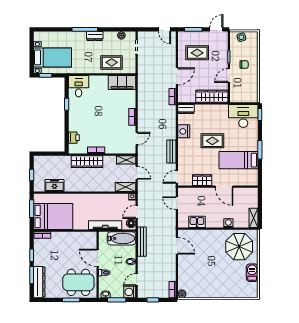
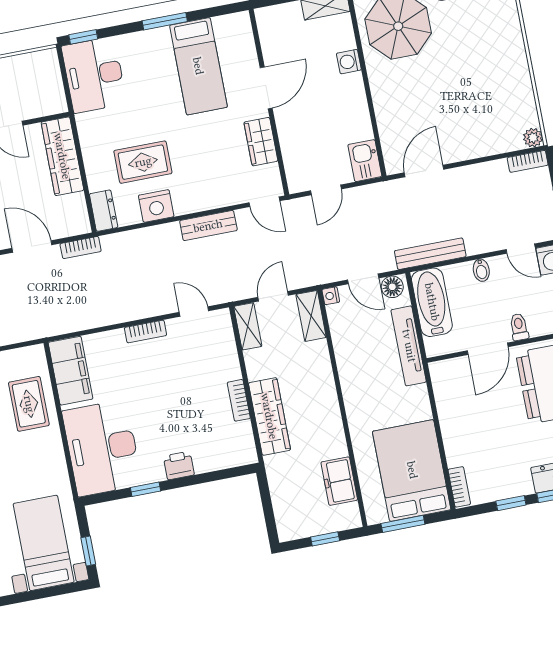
desk: (79, 86) -> (102, 448), width x1.87, depth x1.30
printer: (74, 138) -> (179, 465), moved
rug: (212, 141) -> (143, 162), moved, turned 90
kitchen sink: (197, 222) -> (365, 161), moved

